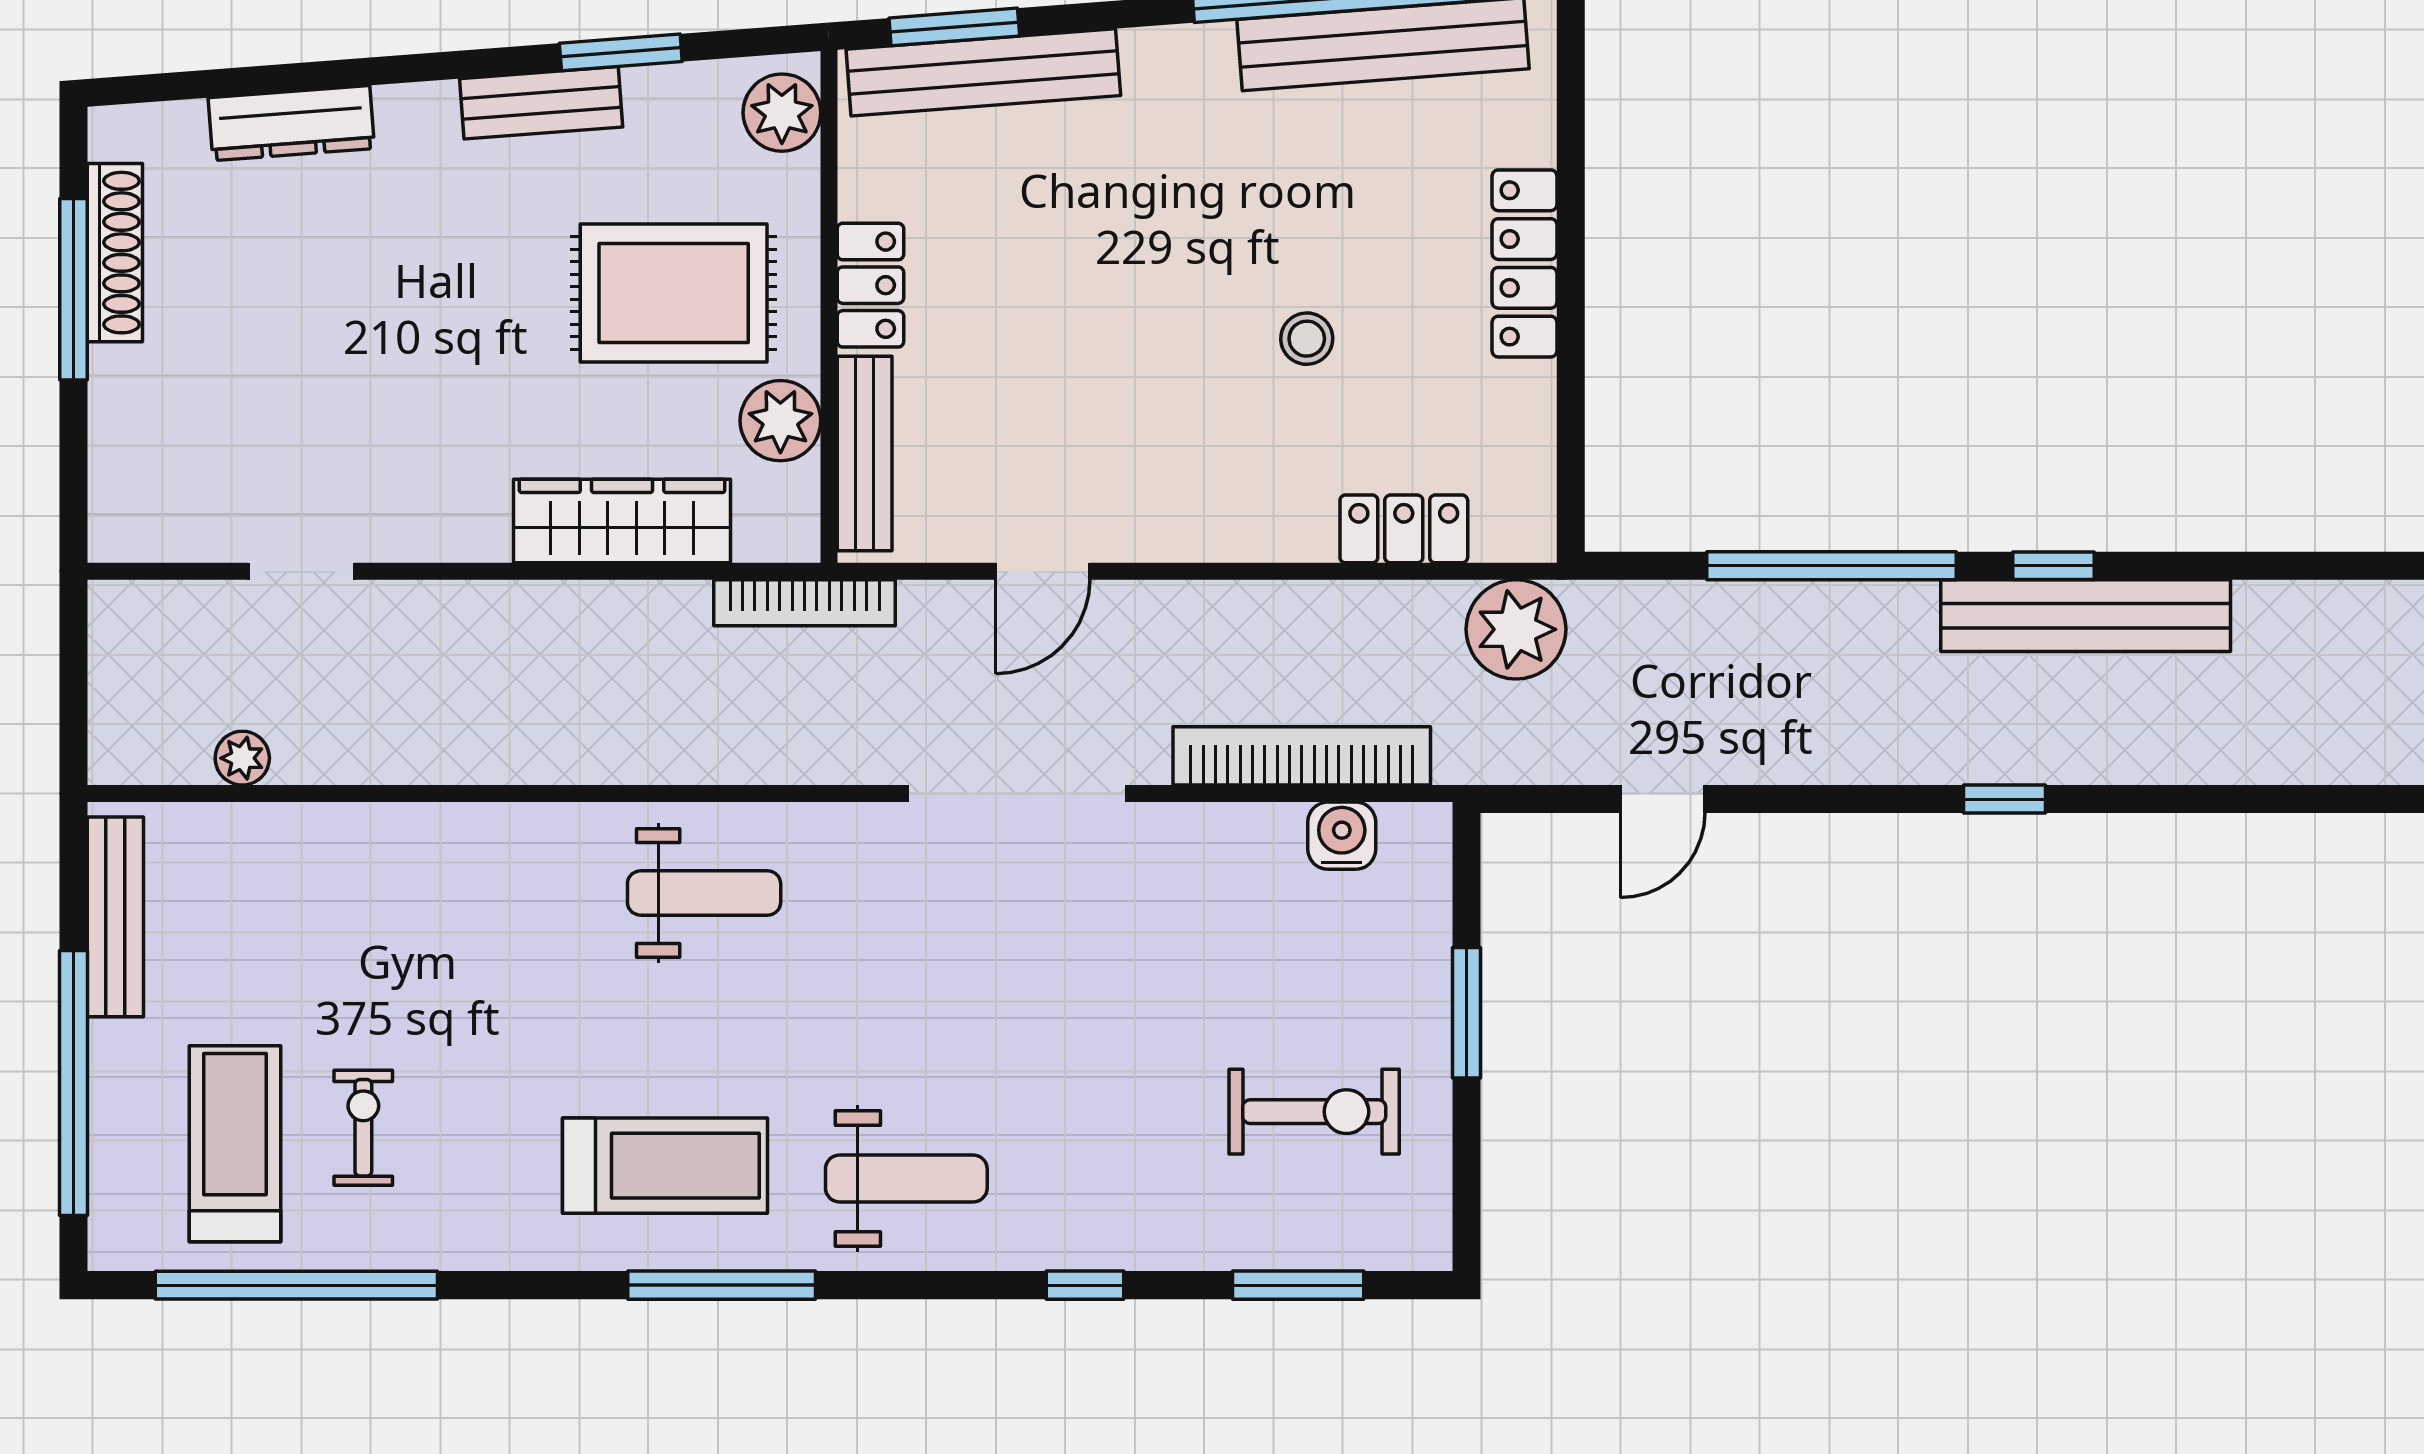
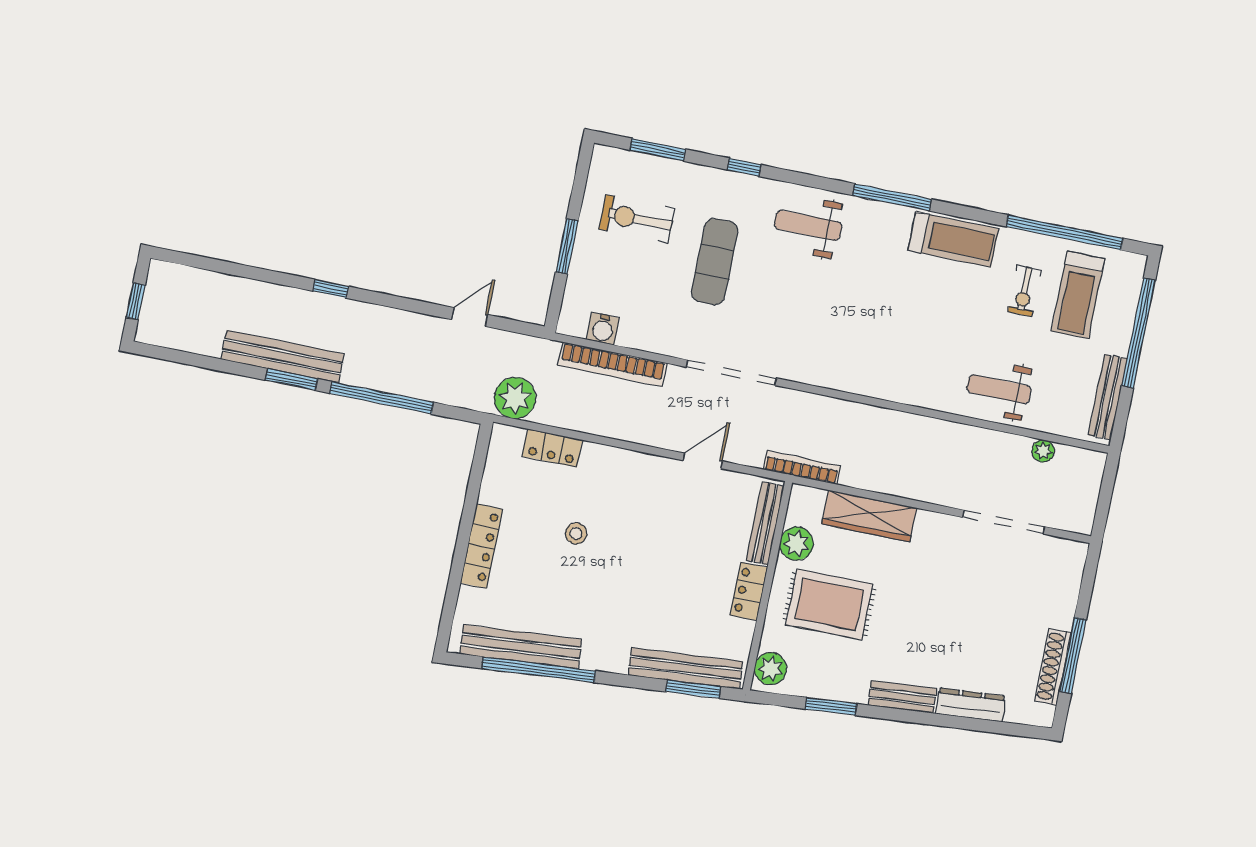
bench: (541, 103) -> (902, 697), moved
window: (2054, 566) -> (291, 379), width x1.50
doorway: (301, 571) -> (1004, 522), width x1.87
weight bench: (704, 893) -> (999, 389), moved
exercise mat: (1110, 1048) -> (715, 262), added
treadmill: (665, 1166) -> (953, 239), moved, turned 180

